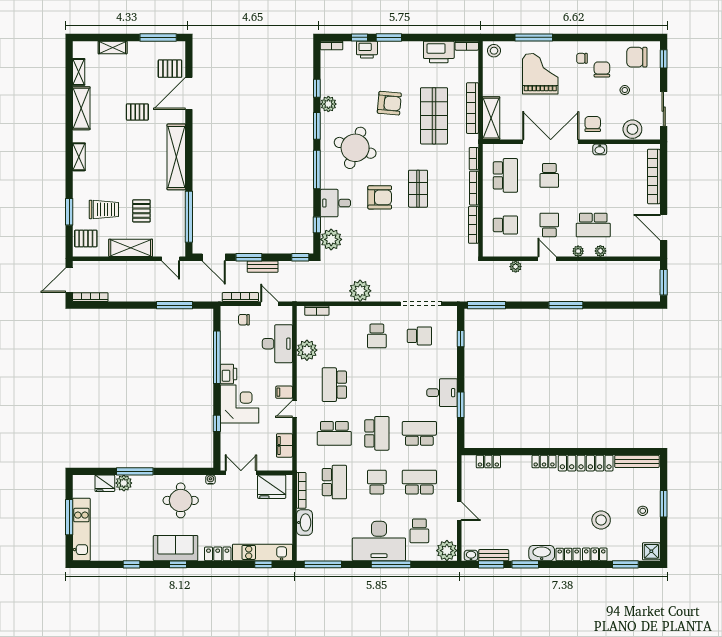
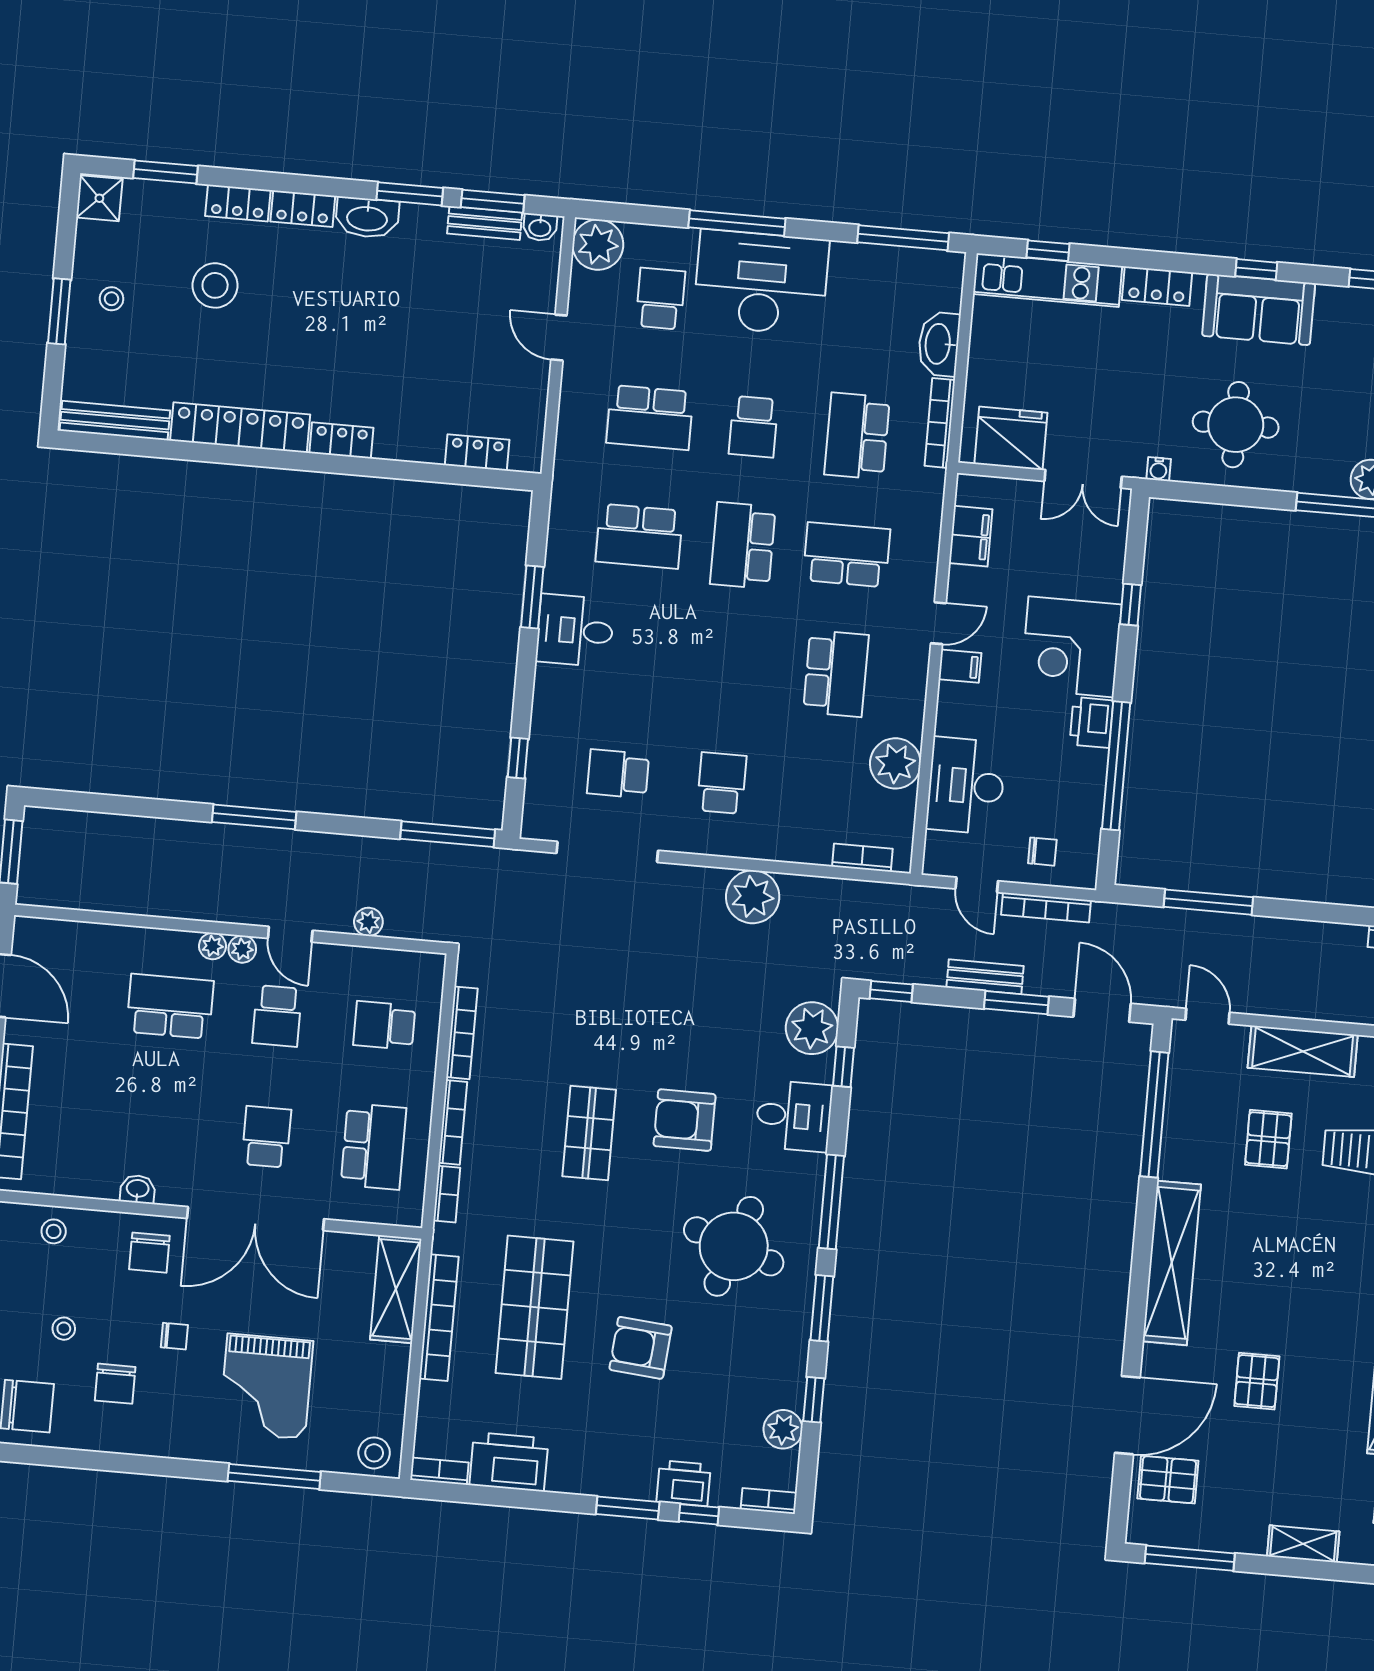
chair: (582, 58) -> (174, 1336), moved
plant: (328, 104) -> (783, 1429), moved
pallet: (137, 112) -> (1257, 1381), turned 90
stool: (632, 129) -> (54, 1231), width x0.53, depth x0.53
school desk: (505, 175) -> (373, 1146), turned 180
plant: (600, 251) -> (242, 949), moved

